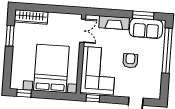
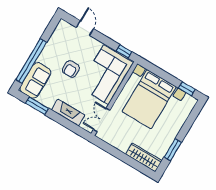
sofa: (146, 28) -> (35, 80), moved, turned 90

